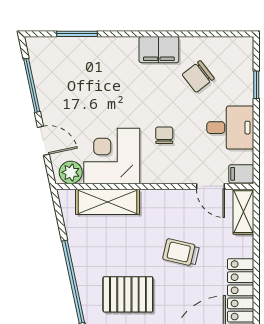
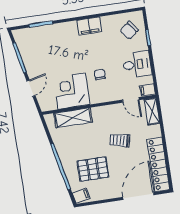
chair: (198, 76) -> (129, 30), moved
door: (43, 141) -> (31, 88), hinge flipped
plant: (71, 172) -> (49, 104), removed

